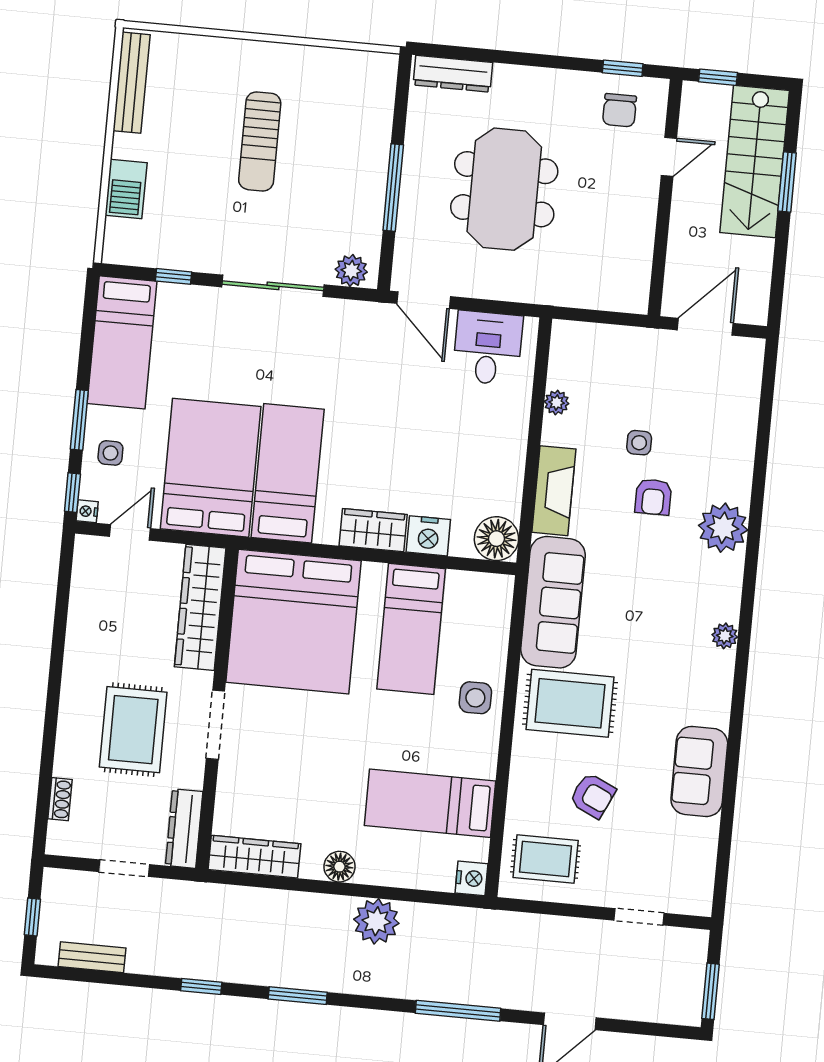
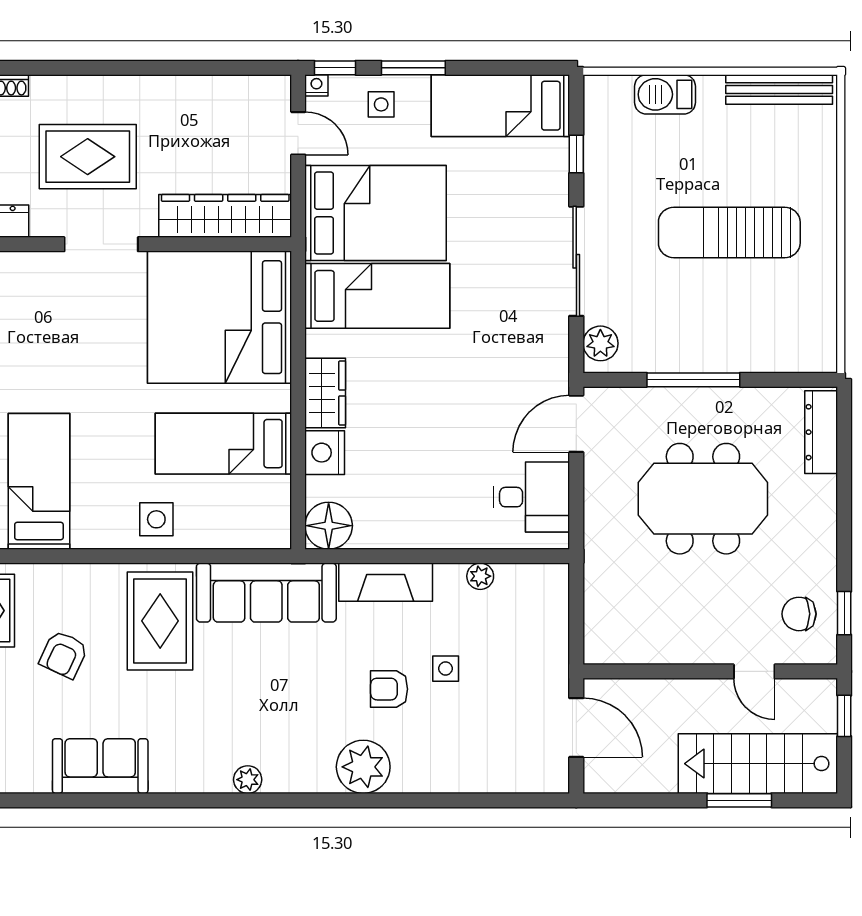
sun lounger: (260, 141) -> (729, 232), width x1.36, depth x1.34

